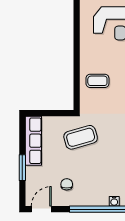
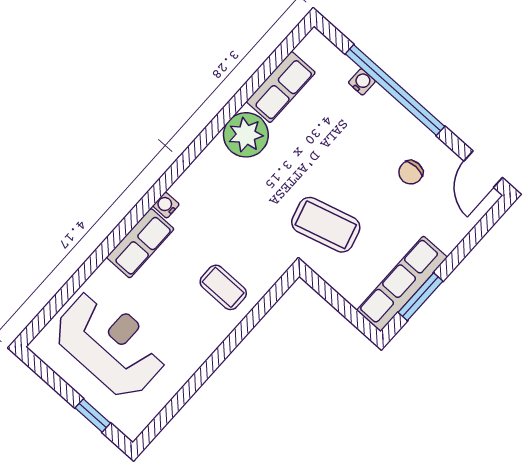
window: (22, 168) -> (420, 297), moved
door: (41, 209) -> (483, 169), hinge flipped

